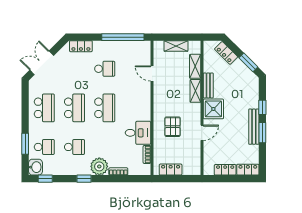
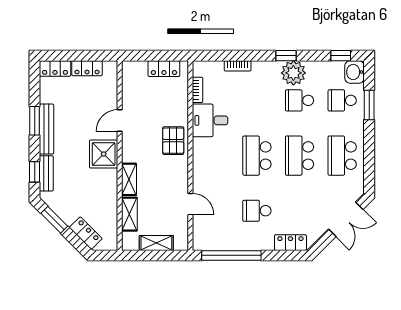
bench: (208, 85) -> (46, 173), moved
window: (262, 107) -> (35, 172), moved
pallet: (173, 127) -> (173, 141), moved
plant: (99, 166) -> (293, 73), moved

